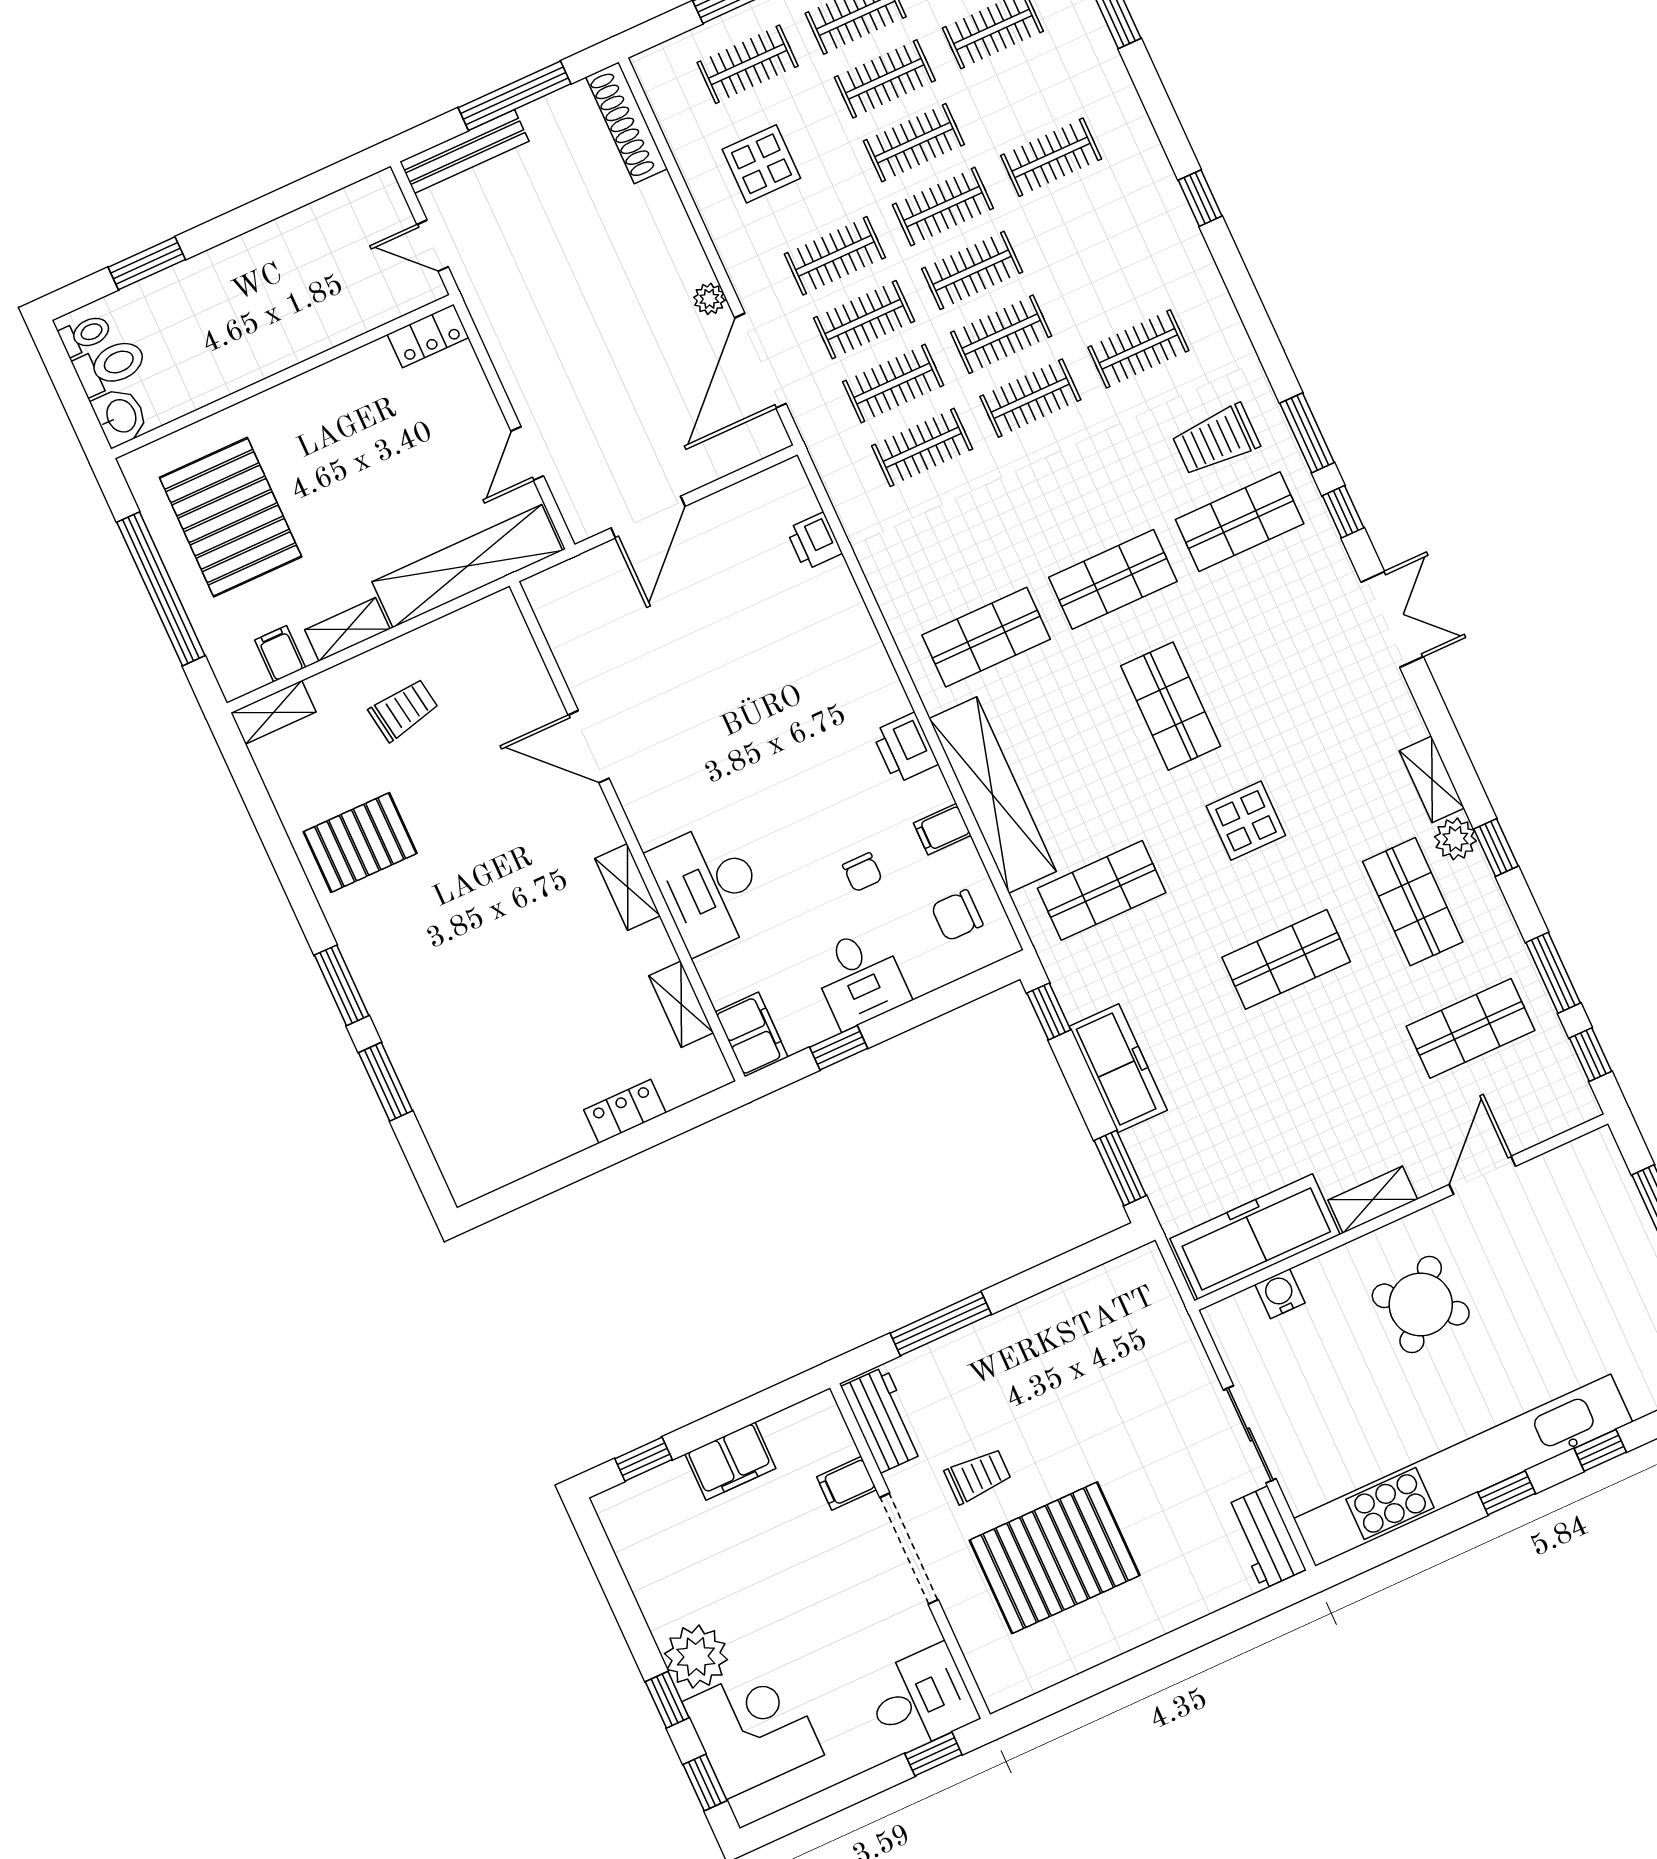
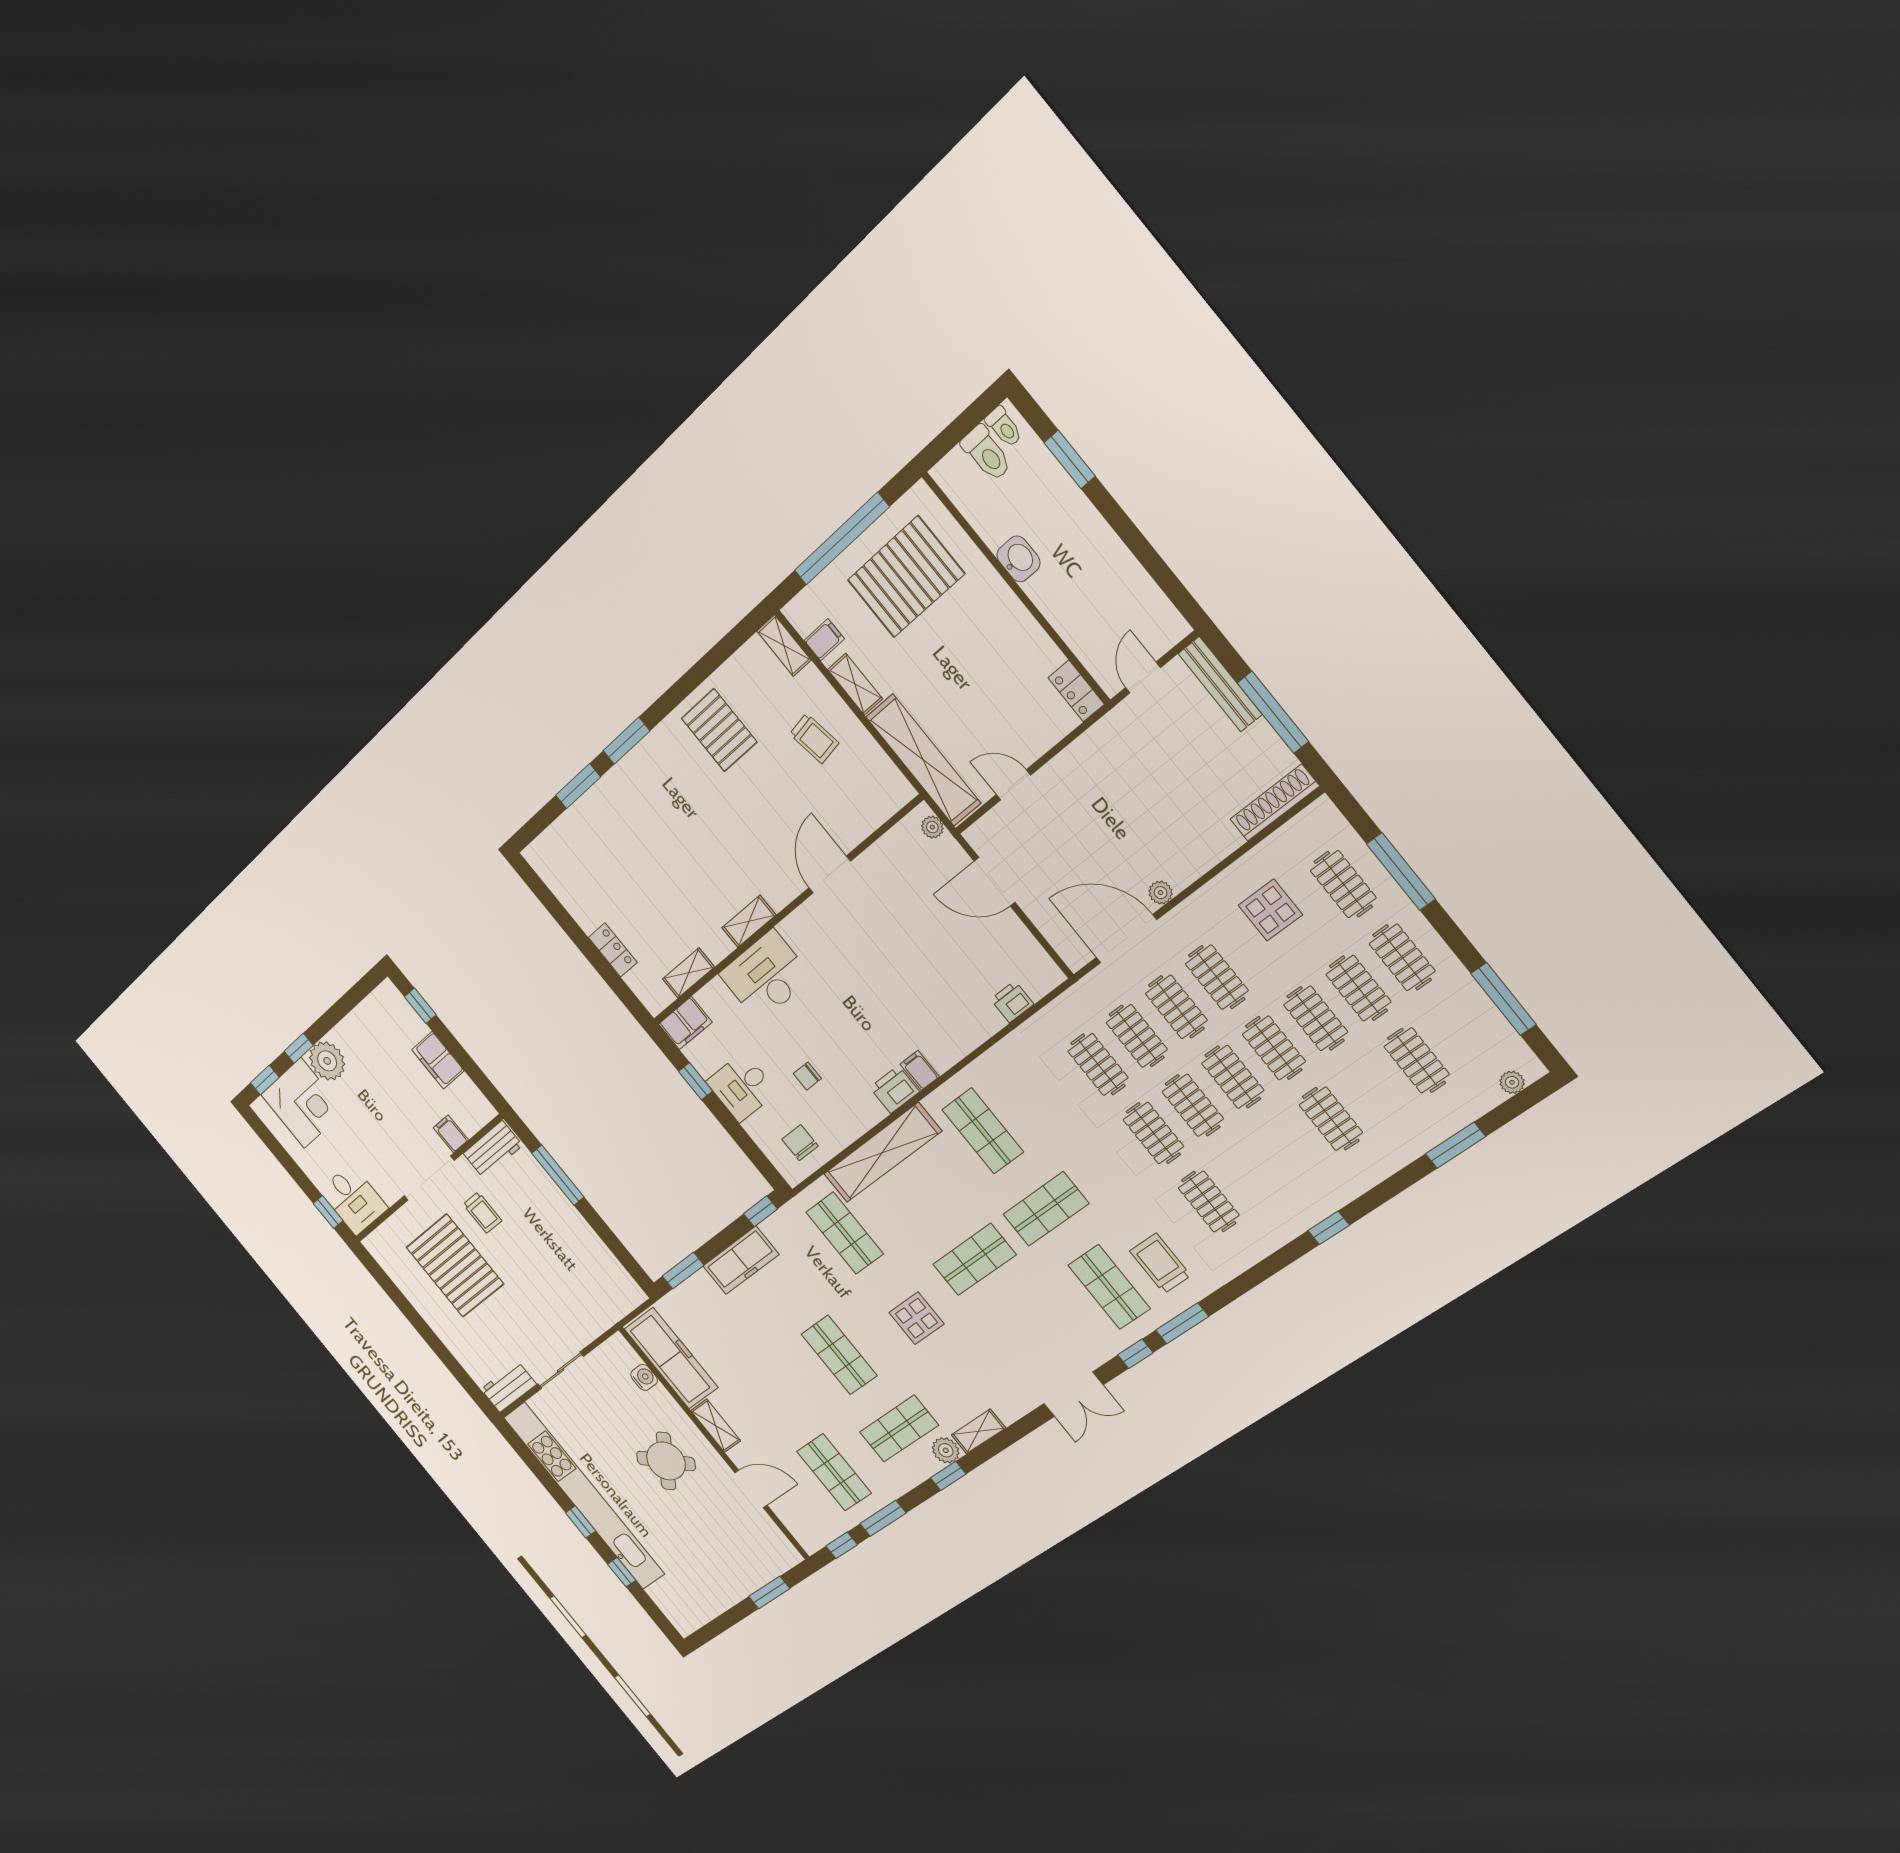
washbasin: (120, 416) -> (1019, 559), moved, turned -90
shop shelf: (1113, 579) -> (1046, 1209), turned 90
plant: (557, 581) -> (932, 827), added
filing cabinet: (942, 829) -> (920, 1070), moved

